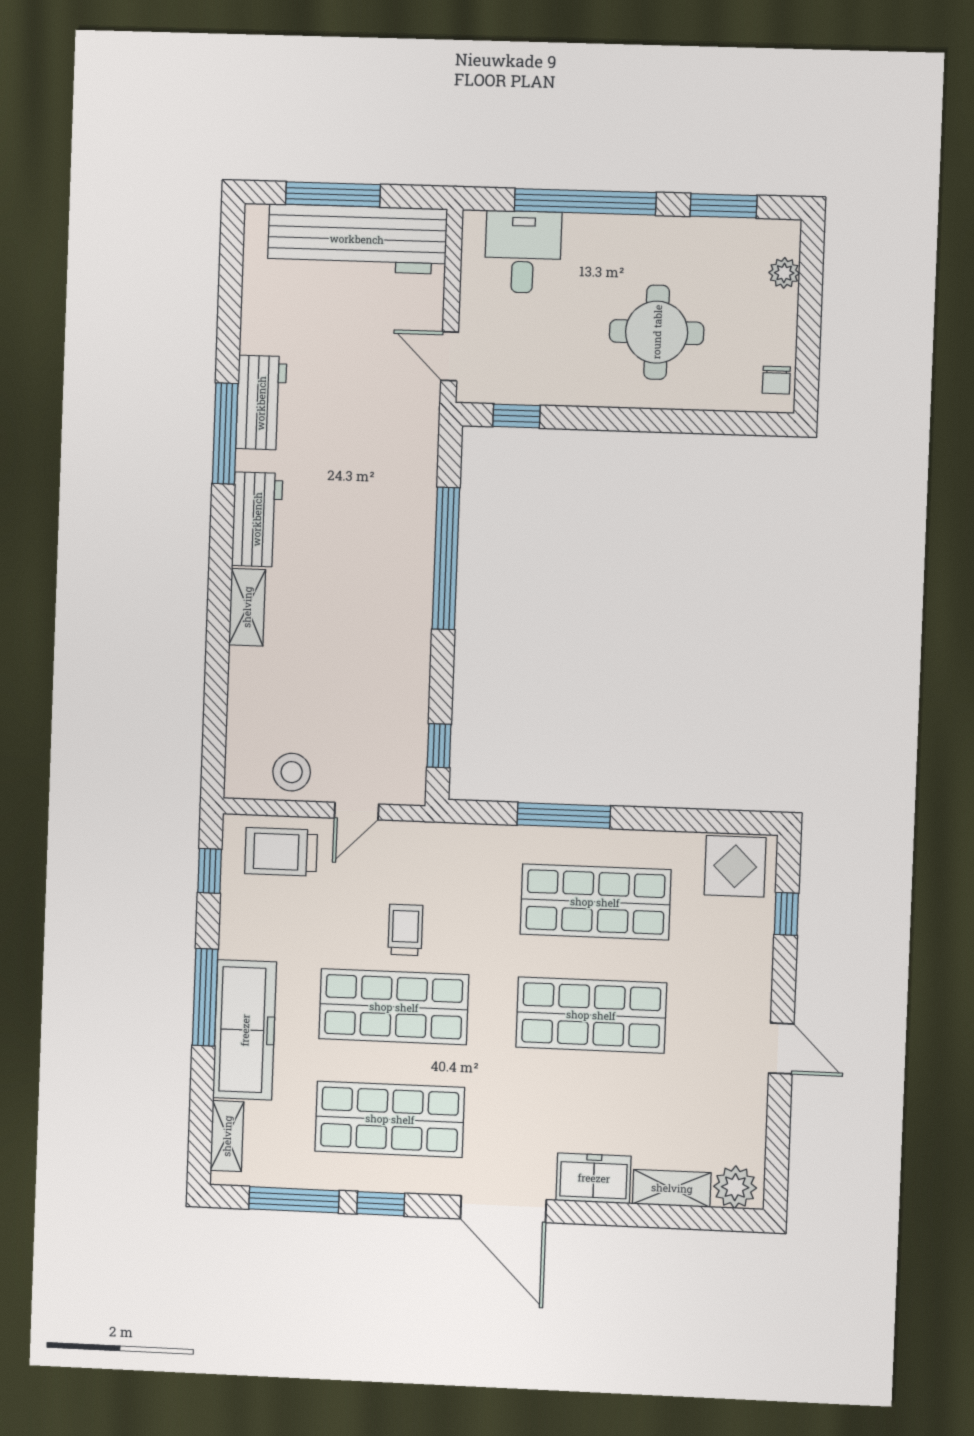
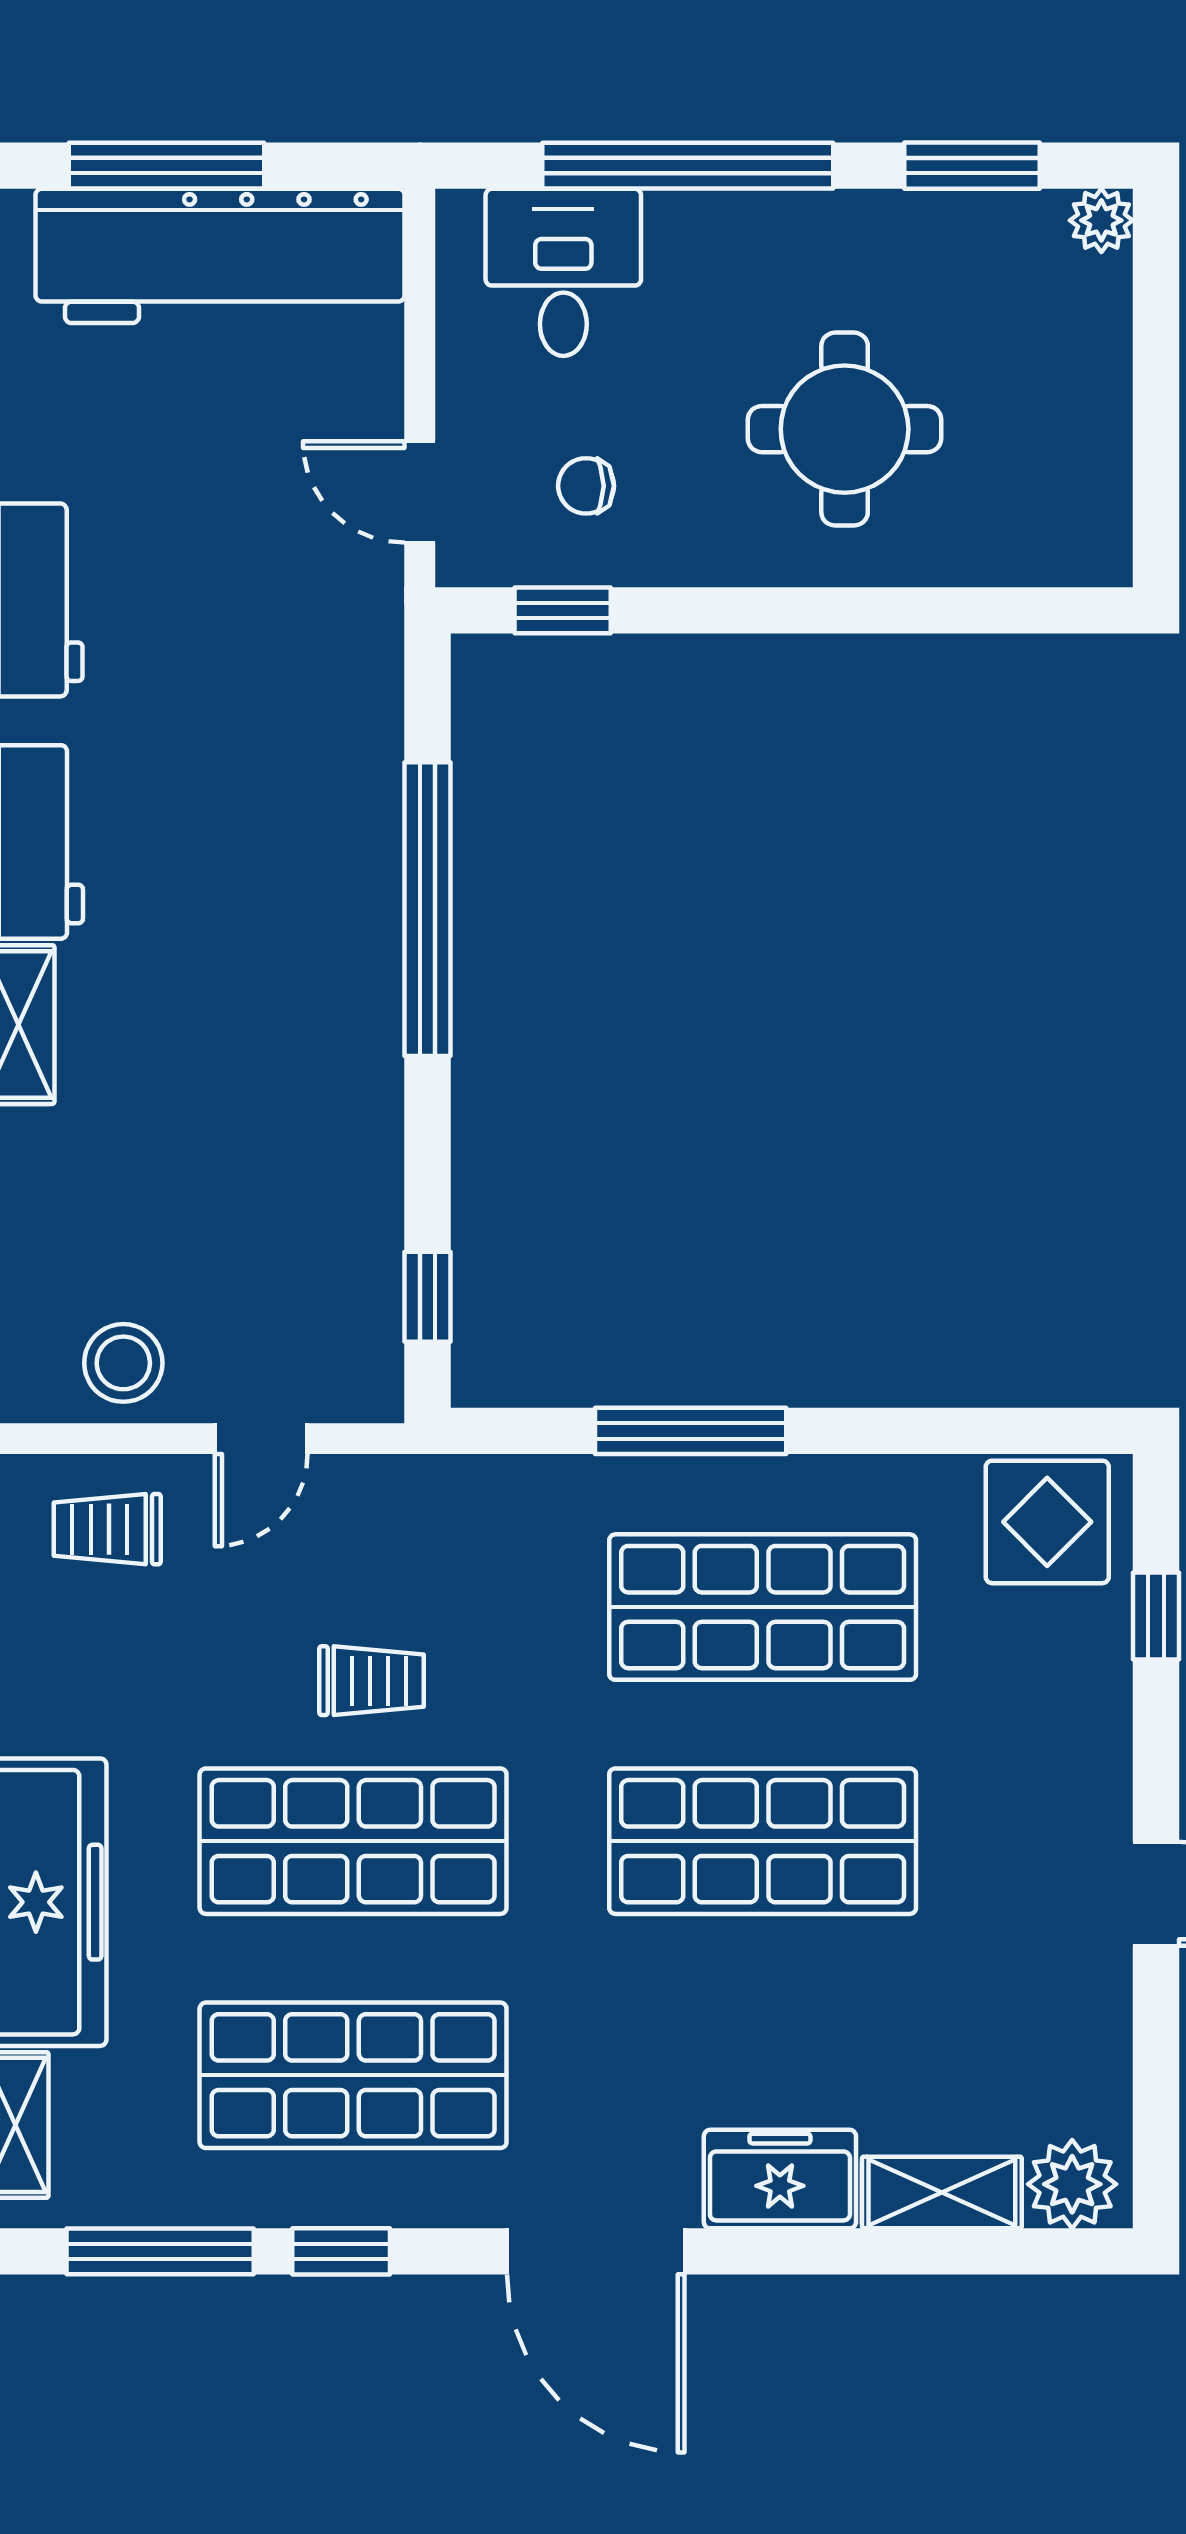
plant: (784, 273) -> (1101, 220), moved
chair: (776, 380) -> (586, 486), moved, turned 90
trolley: (281, 852) -> (107, 1529), width x0.73, depth x0.72
trolley: (405, 930) -> (371, 1681), turned 90

